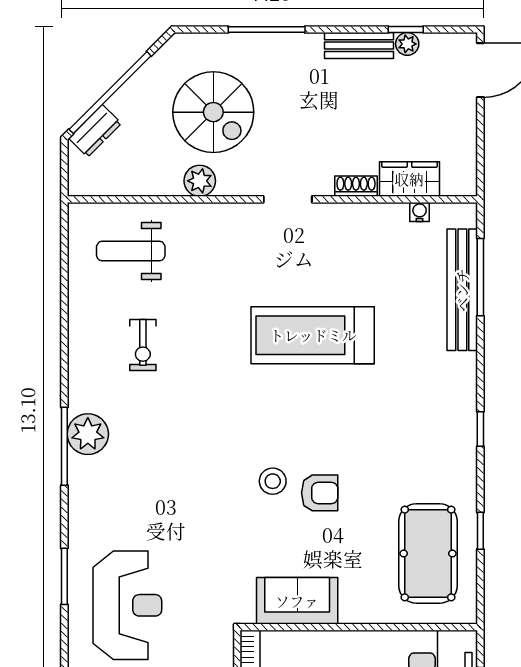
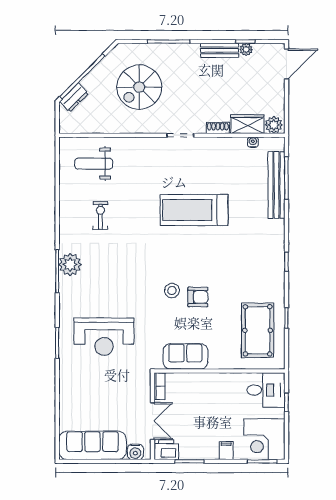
spiral stairs: (213, 112) -> (139, 87), turned 90
plant: (200, 181) -> (274, 125), moved
exercise bike: (143, 345) -> (100, 215), turned 180
reception desk: (127, 605) -> (104, 337), moved, turned 90

